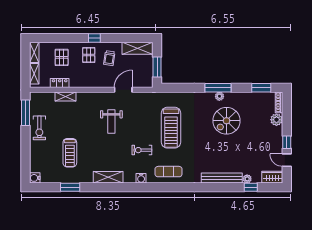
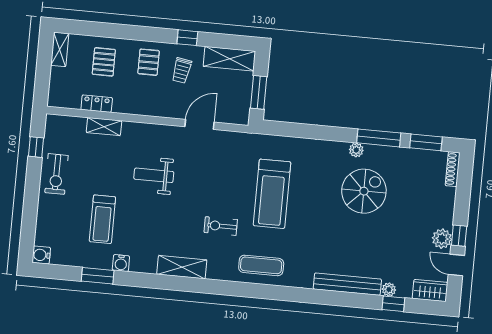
window: (94, 38) -> (187, 38), moved
shelving: (34, 74) -> (56, 85), removed
window: (218, 88) -> (379, 138), moved
window: (25, 113) -> (36, 147), width x0.46
plant: (276, 120) -> (442, 239), moved
weight bench: (111, 121) -> (154, 175), moved, turned 90
spiral stairs: (226, 121) -> (364, 191), turned 180
shelving: (108, 177) -> (182, 267), moved
water cooler: (141, 178) -> (121, 263), moved

